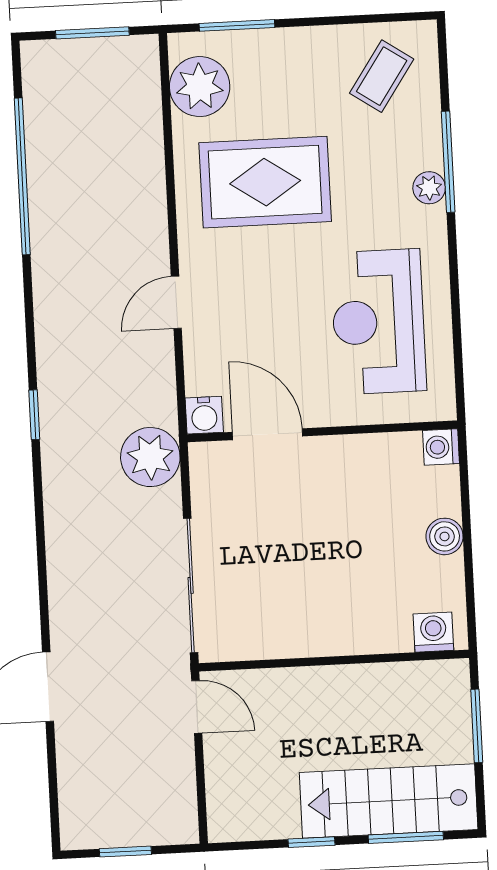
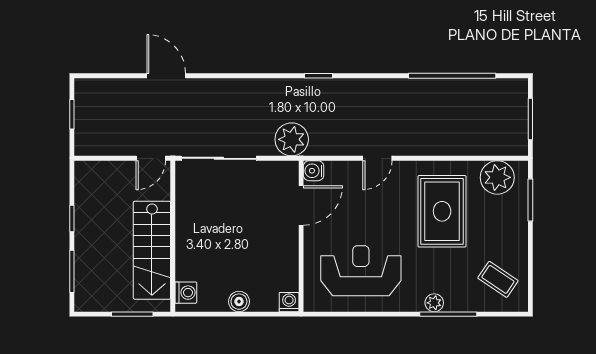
door: (176, 302) -> (377, 158), swing flipped
stairs: (389, 801) -> (152, 250), moved, turned 180

